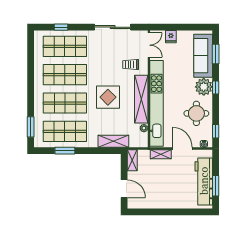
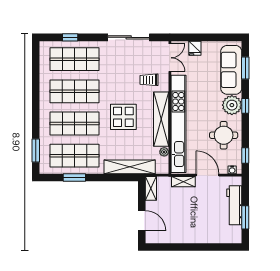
shelving: (113, 141) -> (130, 167), width x1.47
workbench: (204, 181) -> (234, 205), width x0.73, depth x0.76

